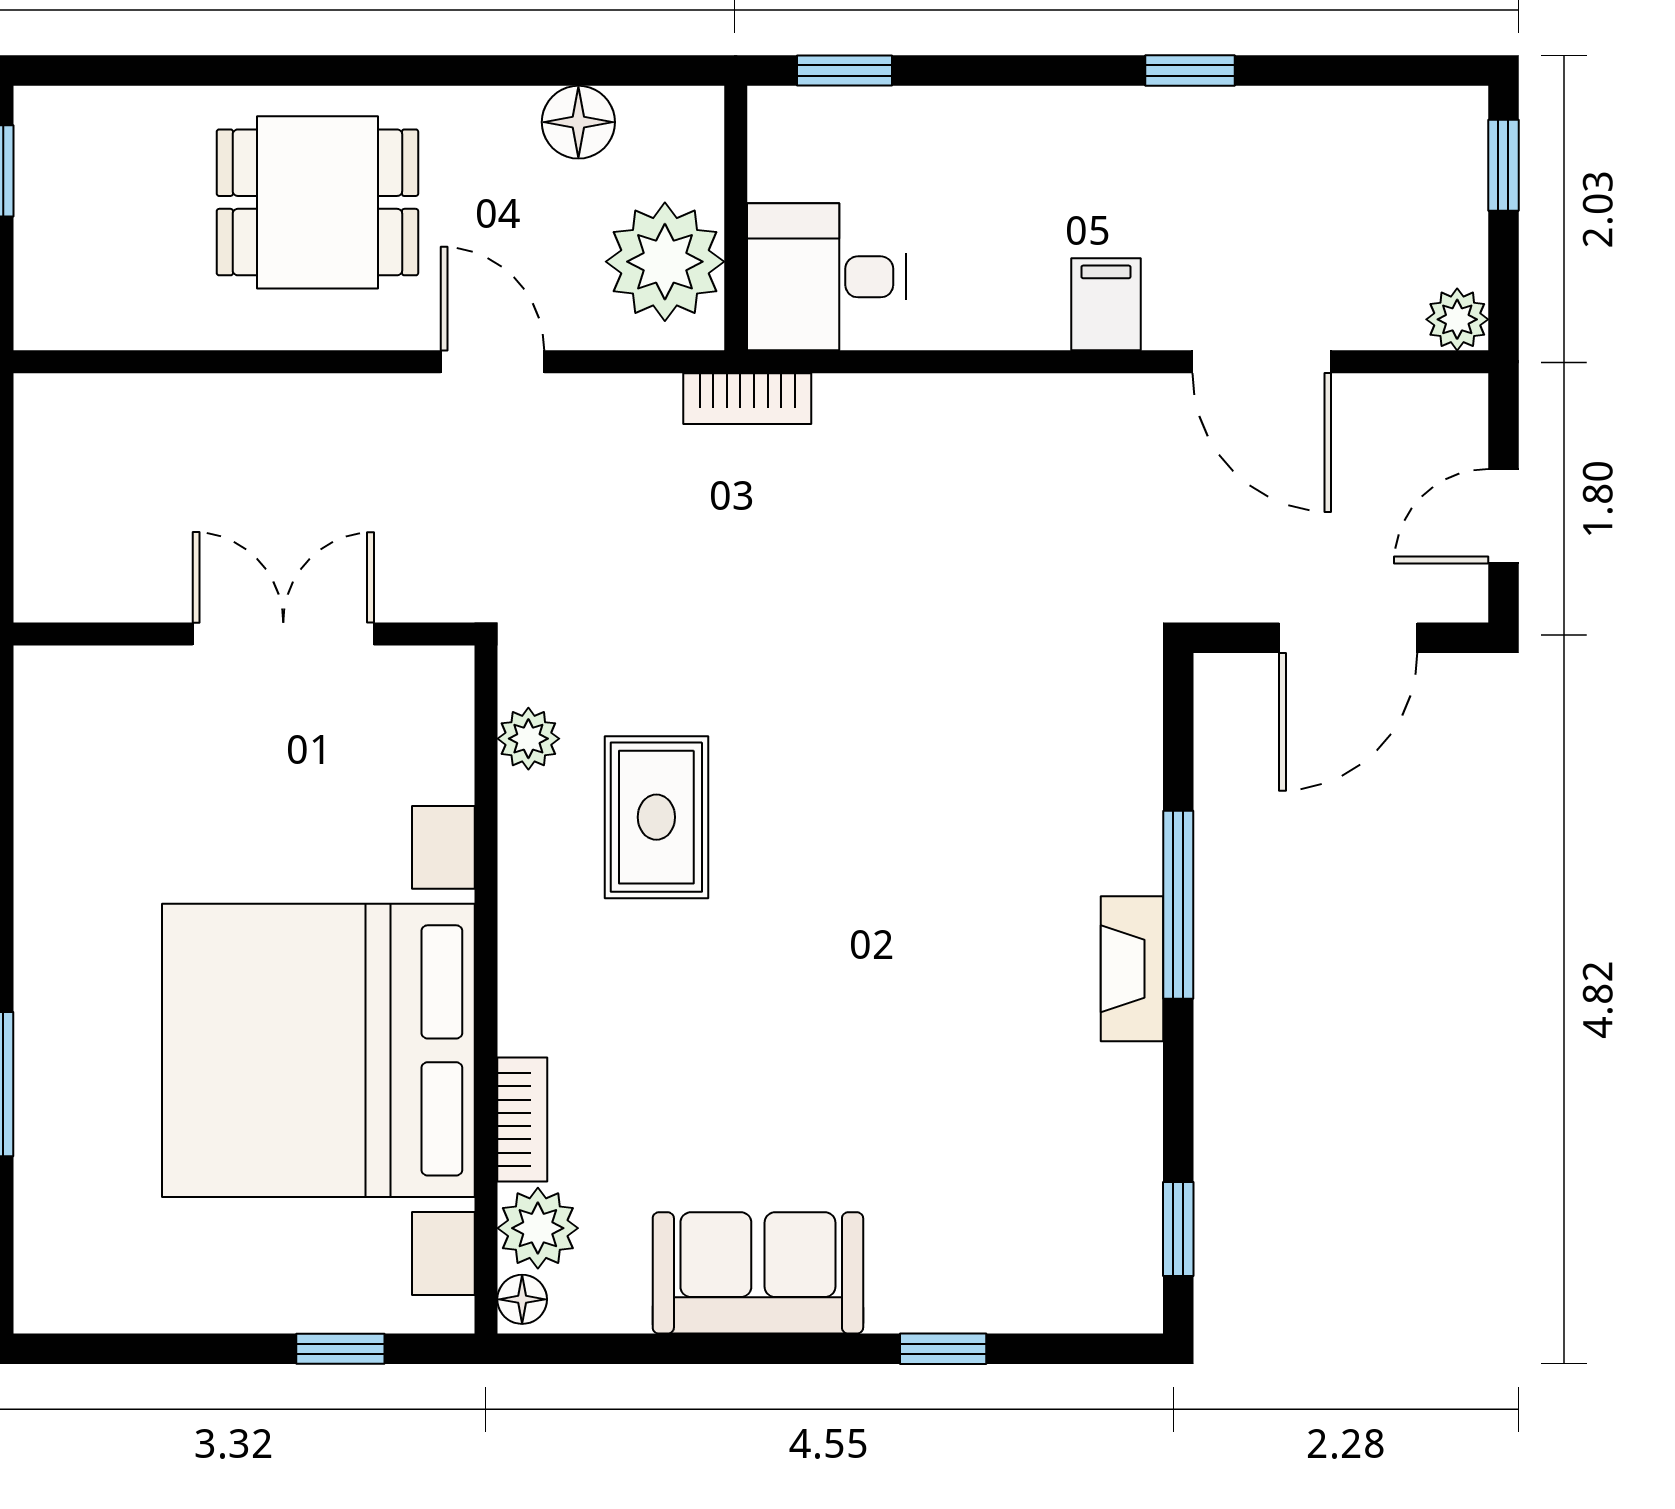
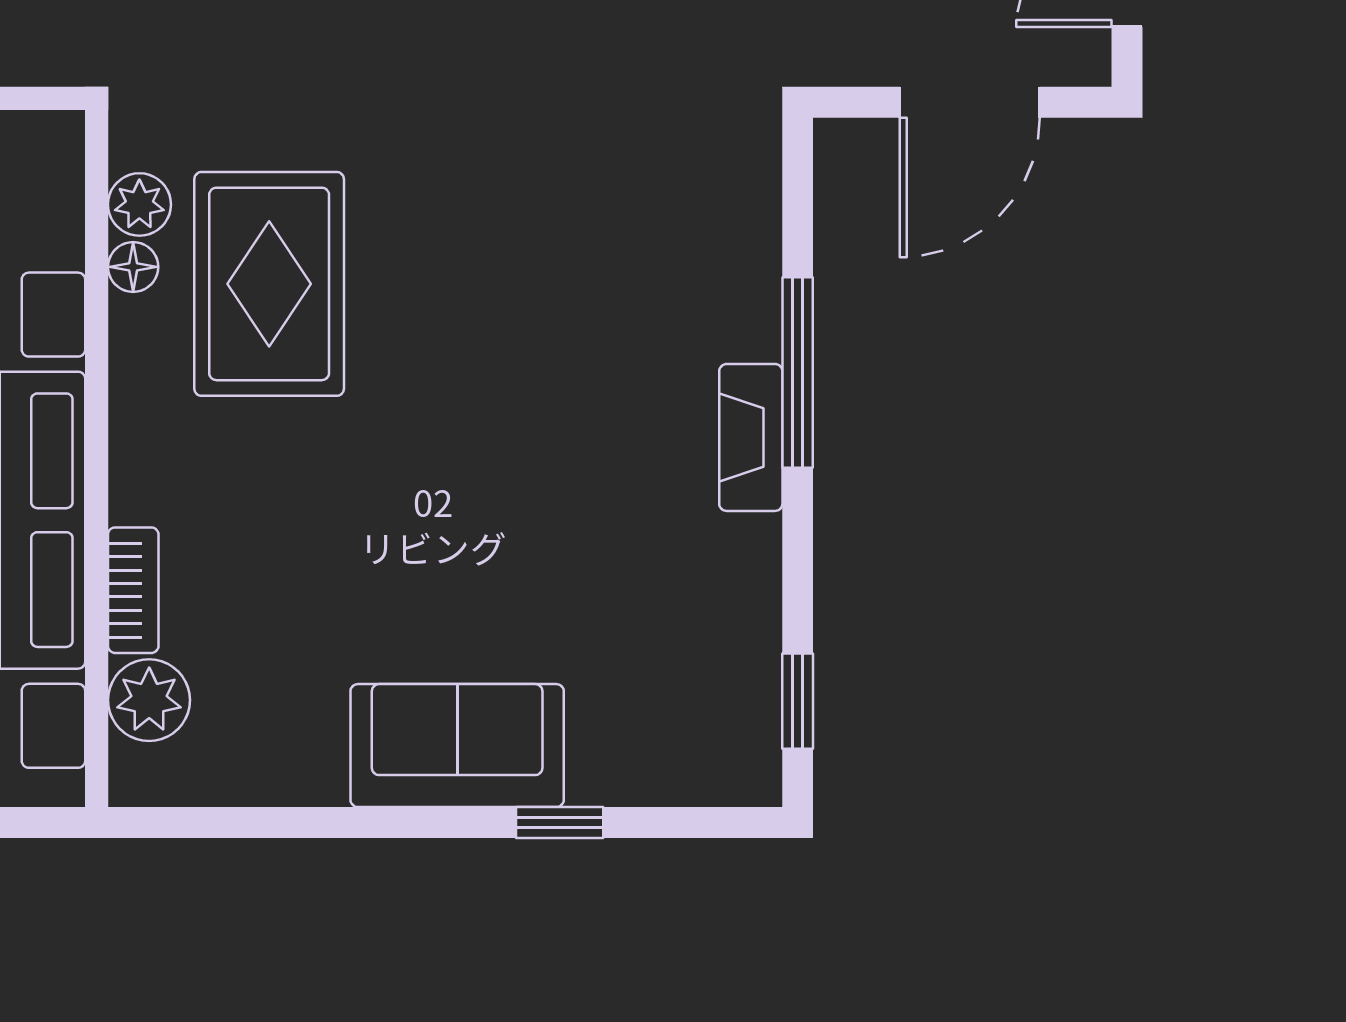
rug: (656, 817) -> (269, 284), width x1.36, depth x1.43
sofa: (758, 1273) -> (457, 746), moved
floor lamp: (522, 1299) -> (133, 267), moved

